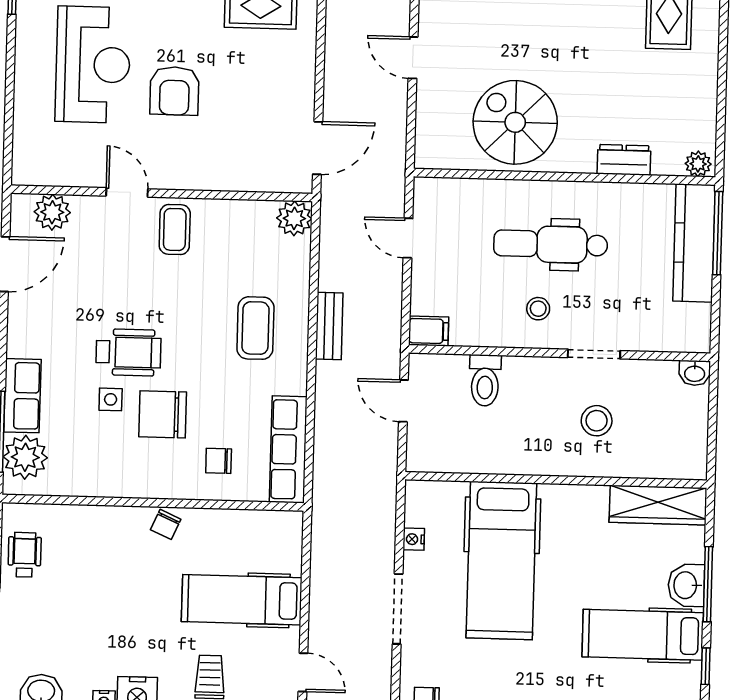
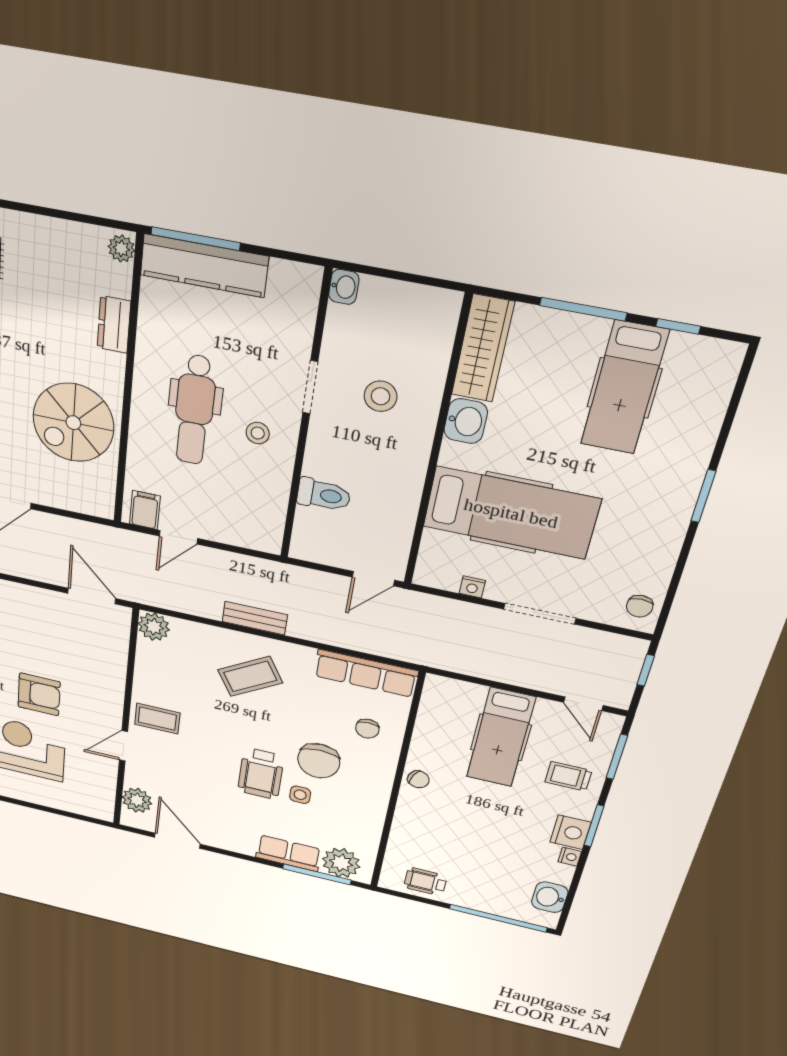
coffee table: (255, 328) -> (250, 676), turned -31
filing cabinet: (429, 331) -> (145, 510), moved
wheelchair: (128, 352) -> (261, 774), turned 180
door: (403, 401) -> (373, 579), moved
washbasin: (686, 585) -> (466, 421), moved, turned -90
door: (303, 672) -> (583, 704), swing flipped

